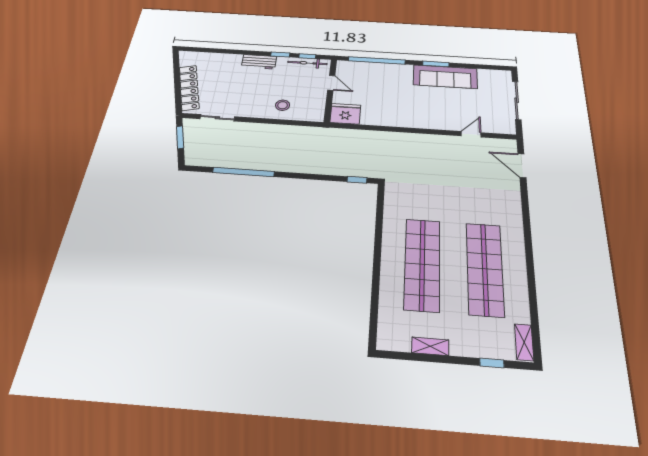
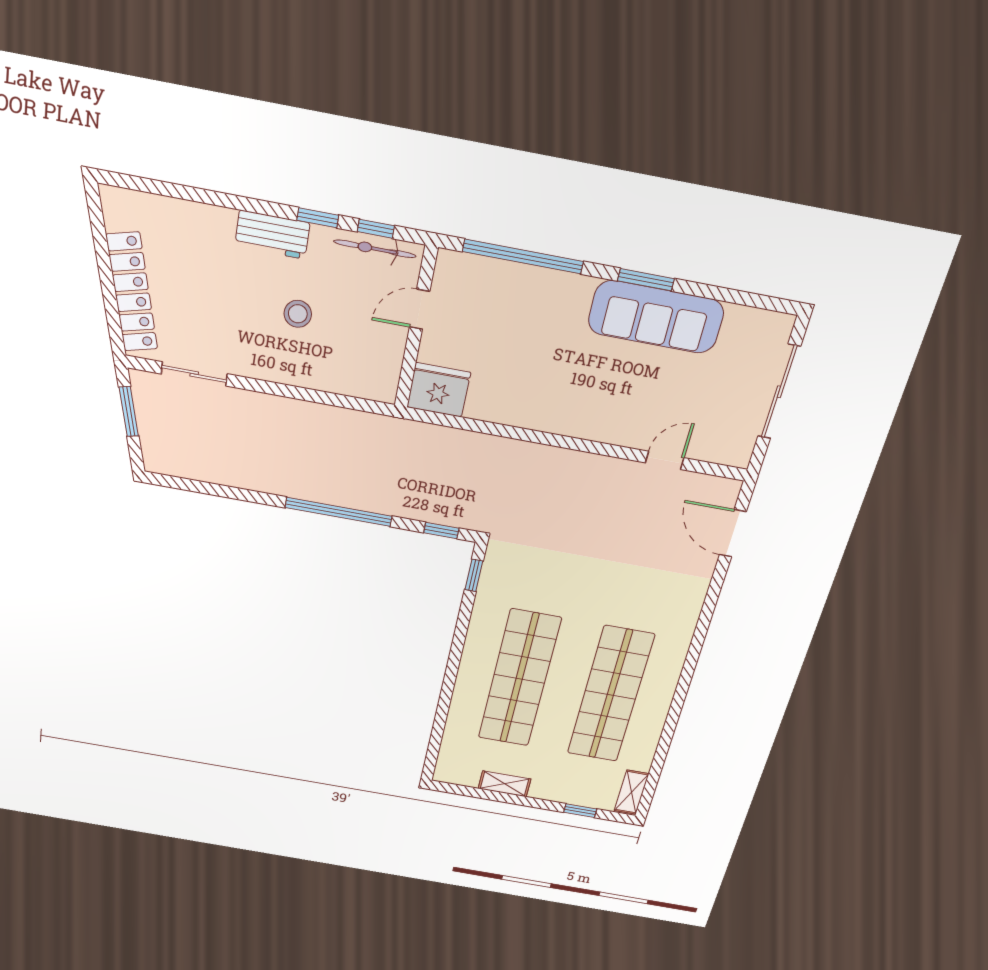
door: (331, 83) -> (420, 309), swing flipped
stool: (283, 105) -> (298, 314), moved
window: (243, 172) -> (339, 512), moved
window: (380, 202) -> (474, 575), added

